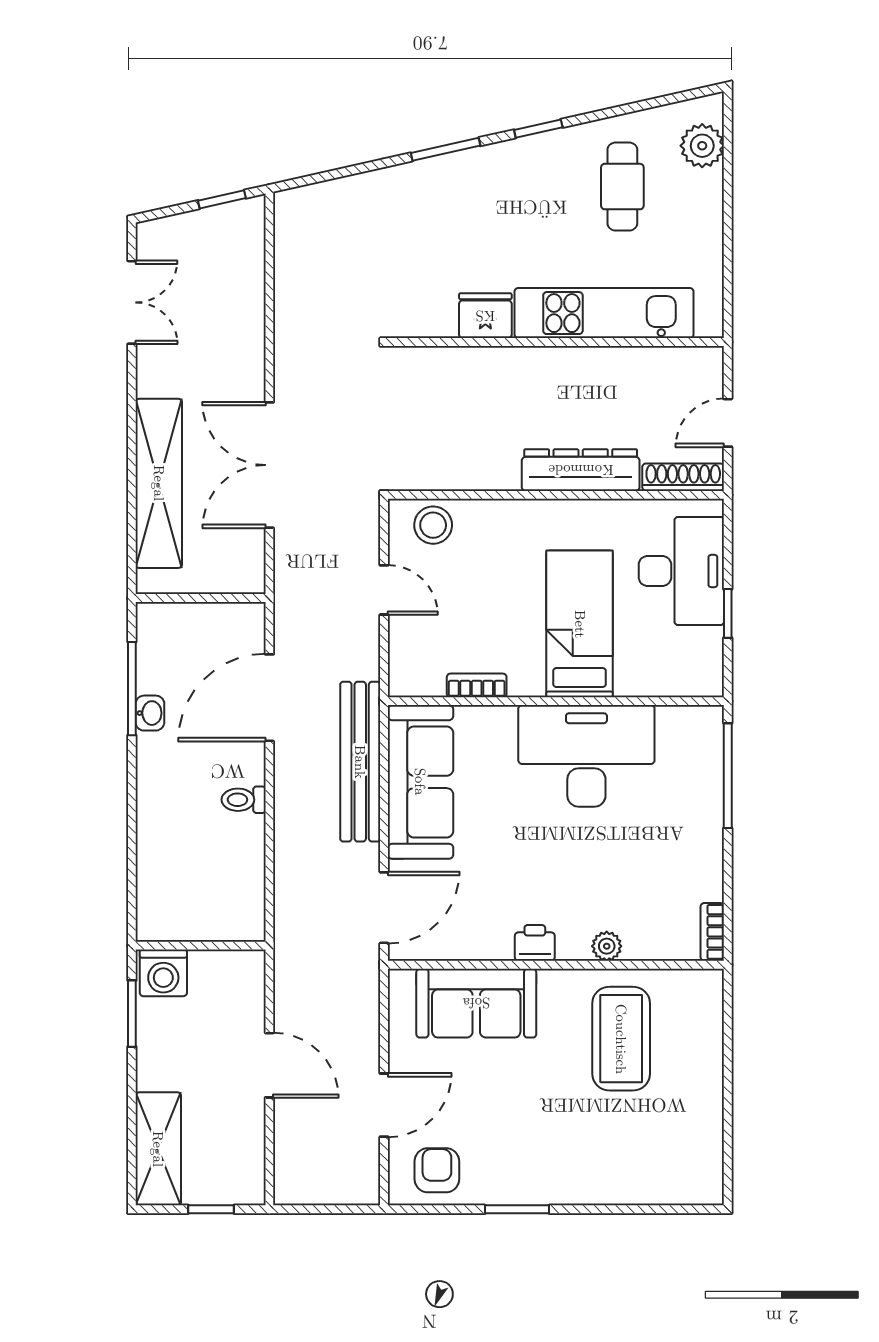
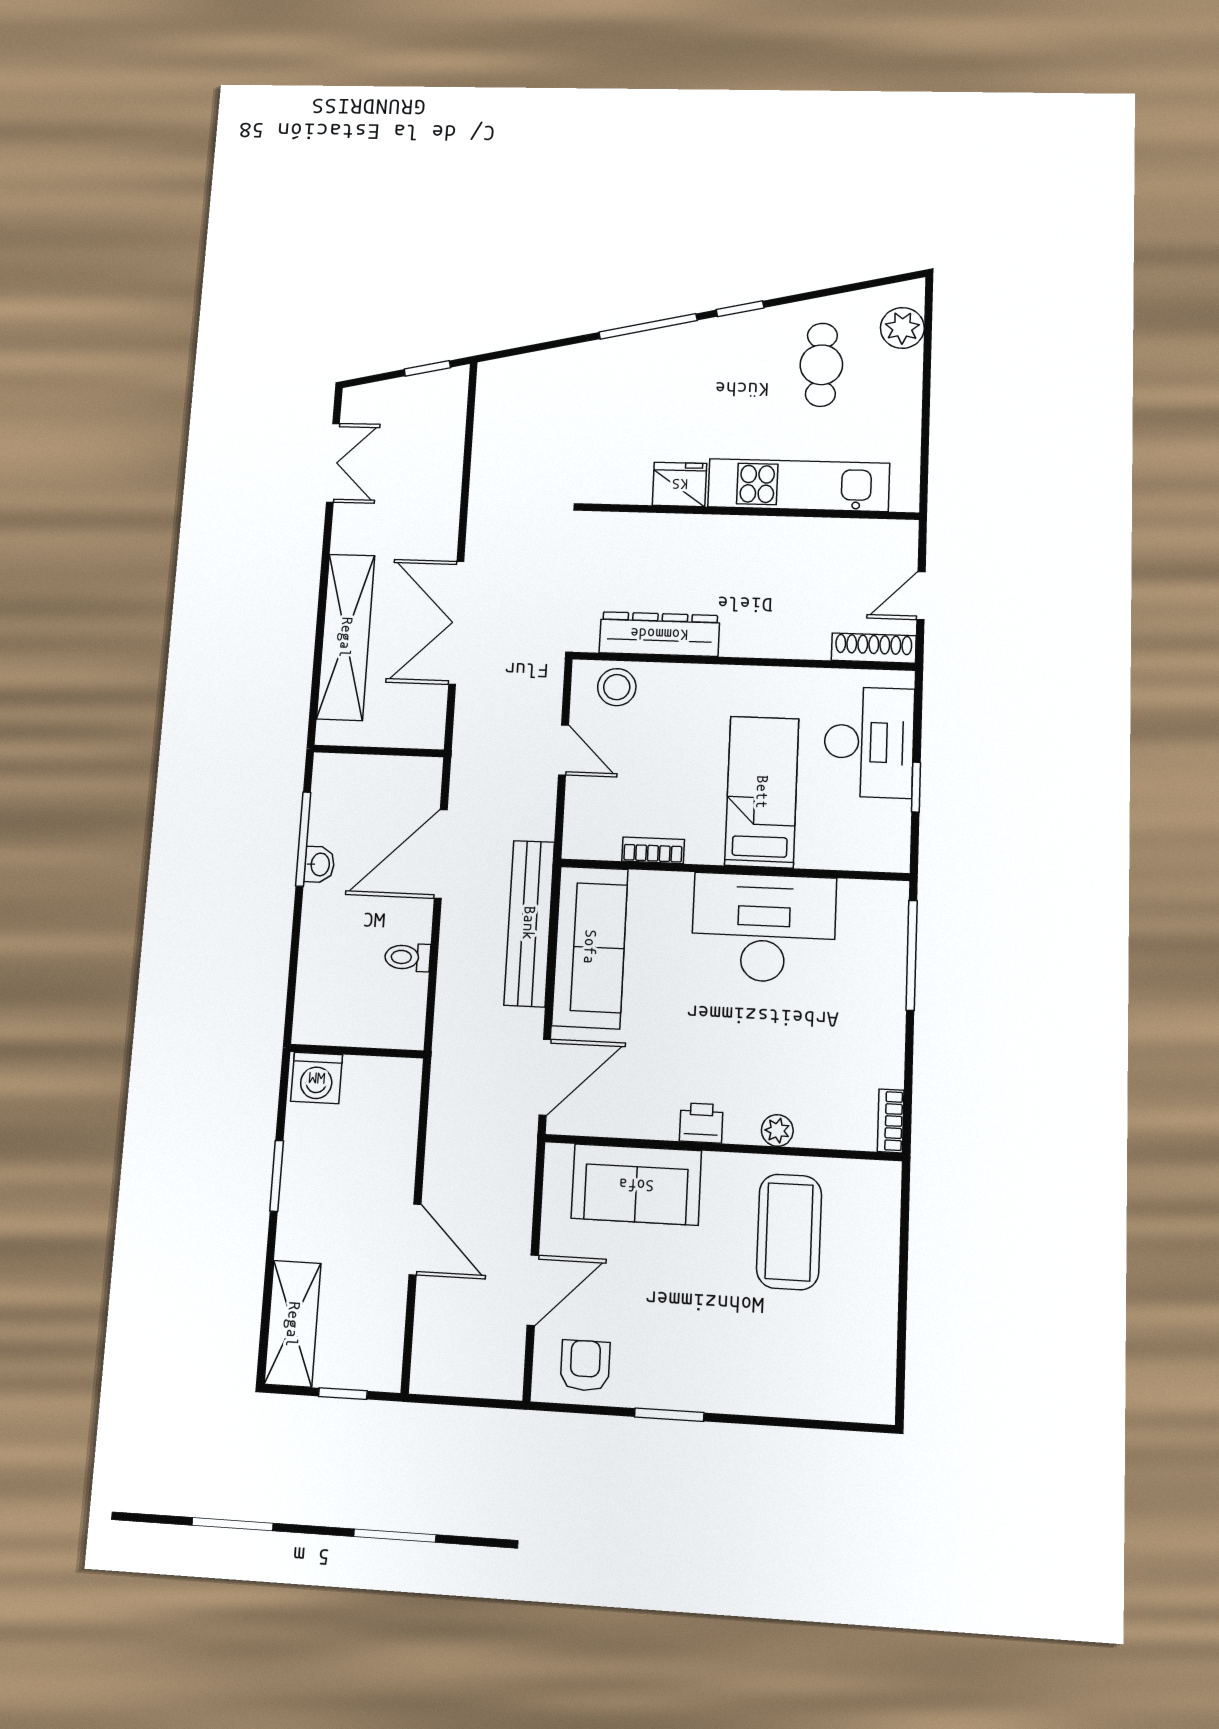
window: (446, 149) -> (648, 326), width x1.44
dresser: (581, 470) -> (659, 634), moved
wall: (201, 946) -> (357, 1051), moved
washing machine: (163, 973) -> (317, 1078), moved

